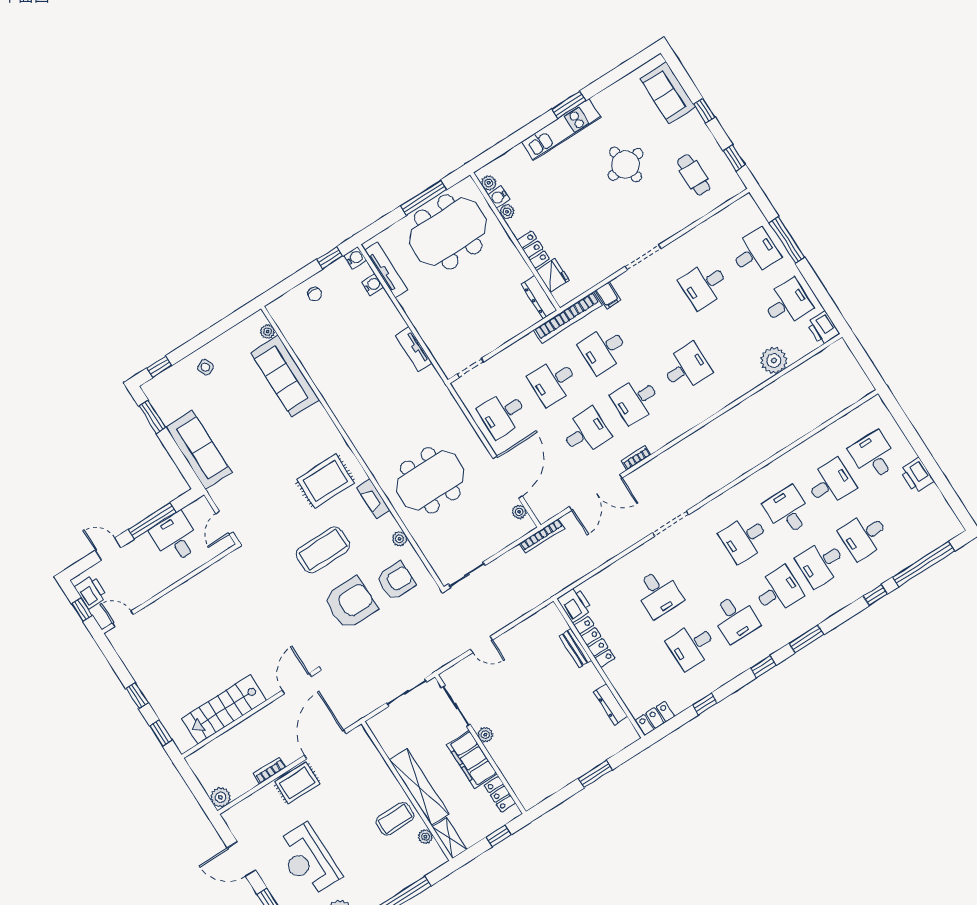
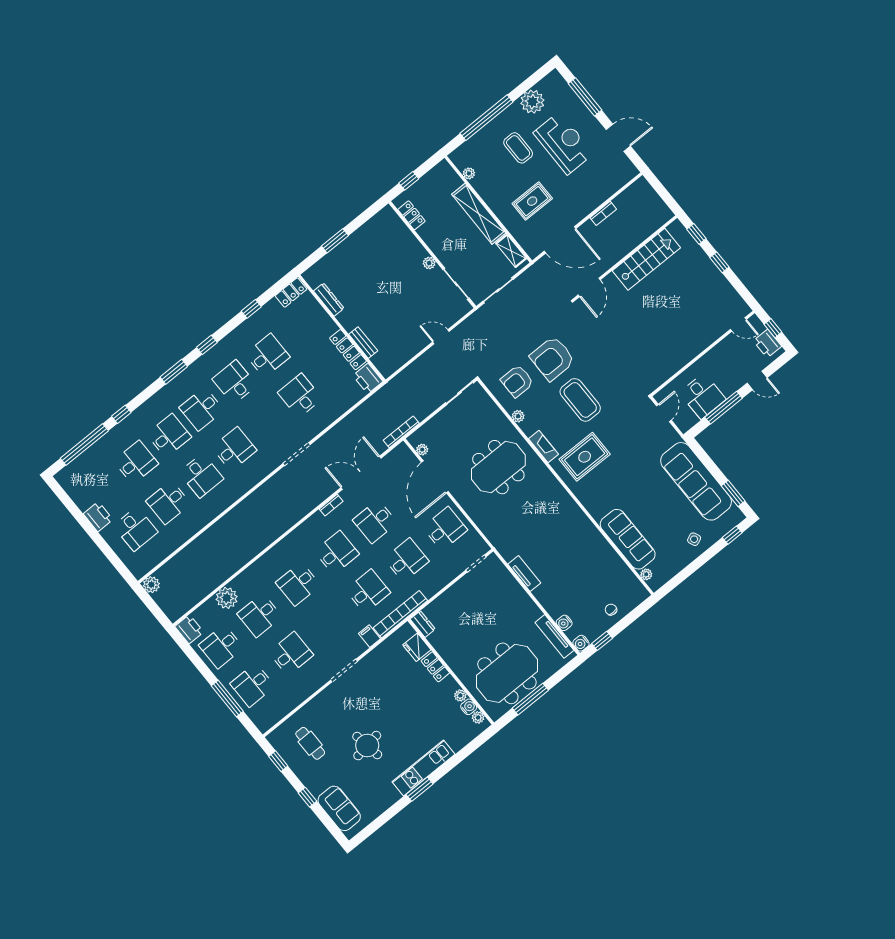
dresser: (539, 297) -> (423, 624), width x0.70
desk: (737, 335) -> (260, 615), added
sofa: (199, 450) -> (696, 481), width x1.36, depth x1.27
coffee table: (323, 550) -> (580, 400), turned 90
door: (325, 744) -> (560, 240), hinge flipped
filing cabinet: (472, 759) -> (438, 241), removed
rug: (297, 783) -> (532, 201), moved
plant: (221, 797) -> (151, 585), moved
coffee table: (395, 819) -> (518, 148), moved, turned 90
shelving: (449, 838) -> (511, 251), moved

